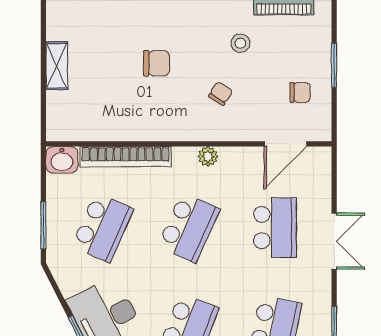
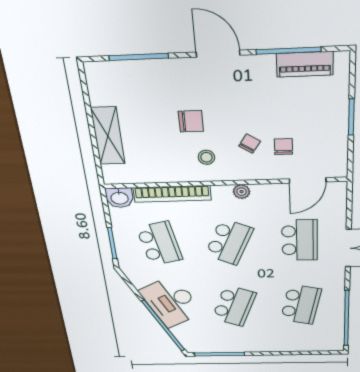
stool: (240, 43) -> (206, 157), moved
shelving: (57, 66) -> (108, 136), width x1.50, depth x1.33
chair: (300, 92) -> (283, 147), moved, turned -90
school desk: (102, 228) -> (160, 244), turned -36

